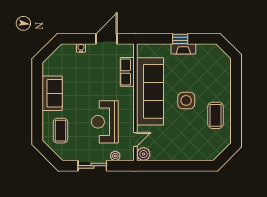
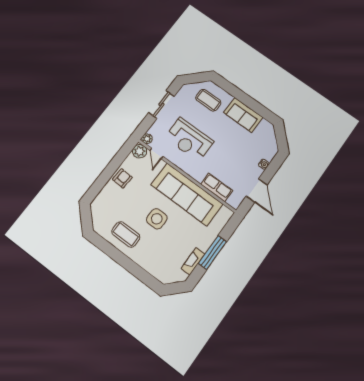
window: (180, 39) -> (212, 253), width x2.17
fireplace: (183, 49) -> (193, 261), moved
reception desk: (105, 122) -> (189, 140), turned 180
armchair: (175, 151) -> (122, 178), added
plant: (115, 156) -> (147, 139), moved

